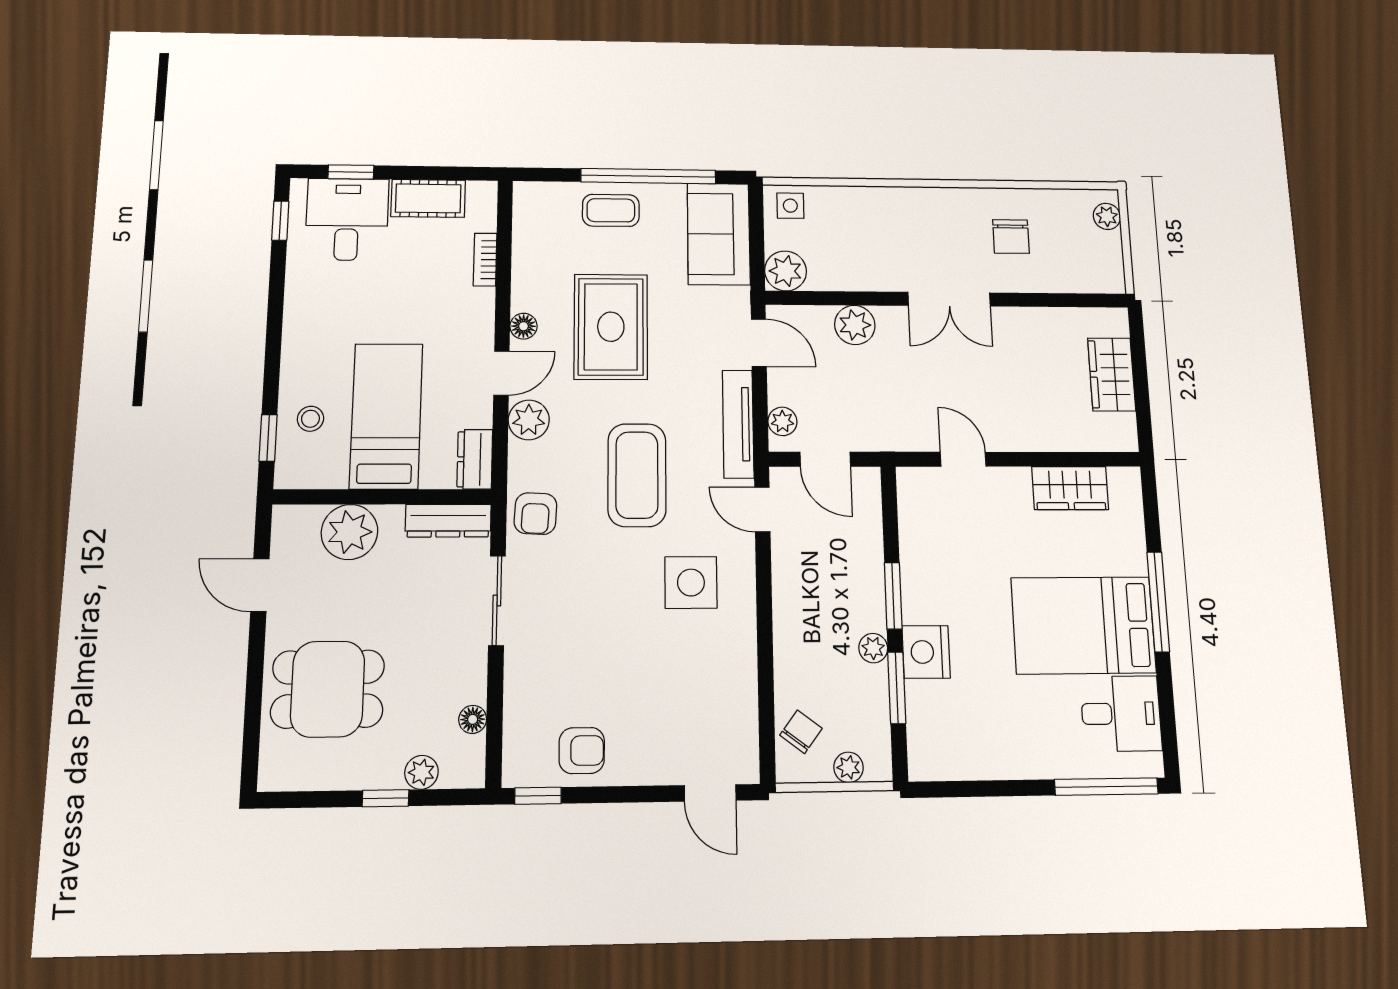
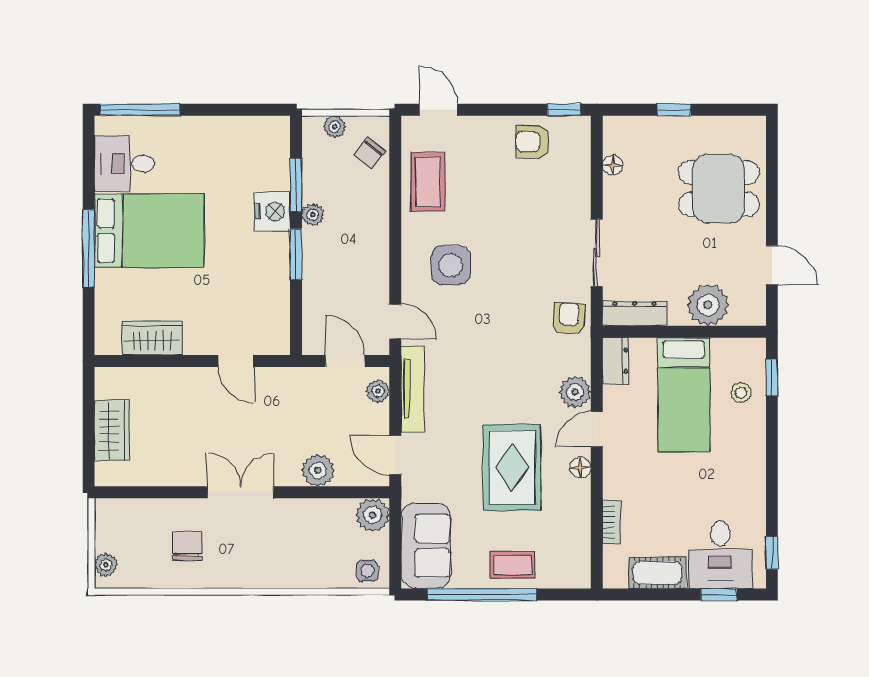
coffee table: (637, 475) -> (428, 182), moved, width x0.73, depth x0.76
plant: (421, 772) -> (649, 128), removed

